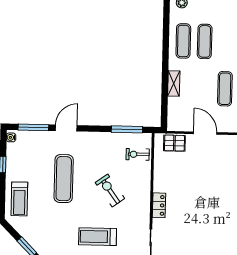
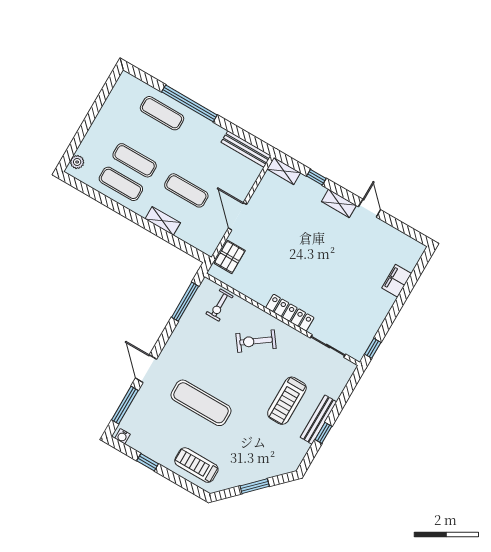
exercise mat: (225, 89) -> (186, 190), moved
door: (205, 133) -> (238, 216), hinge flipped
exercise bike: (110, 191) -> (256, 341), moved
treadmill: (19, 199) -> (196, 465), turned 180
locker: (159, 205) -> (290, 313), width x1.53

